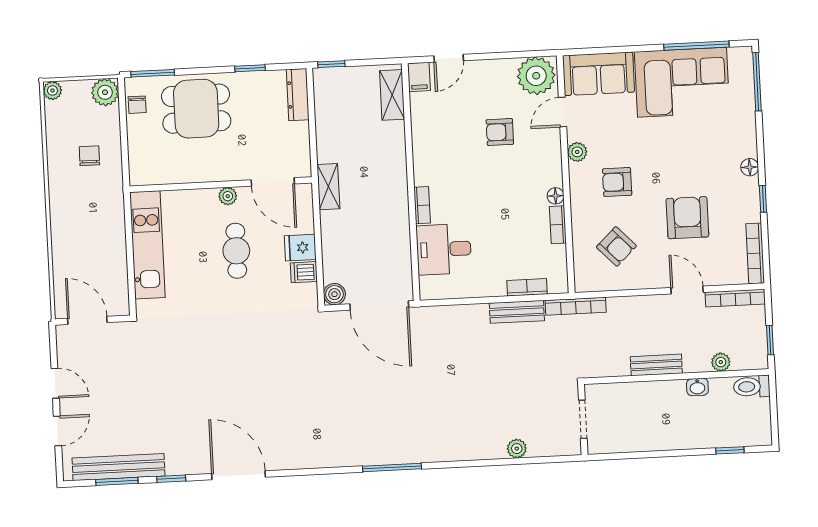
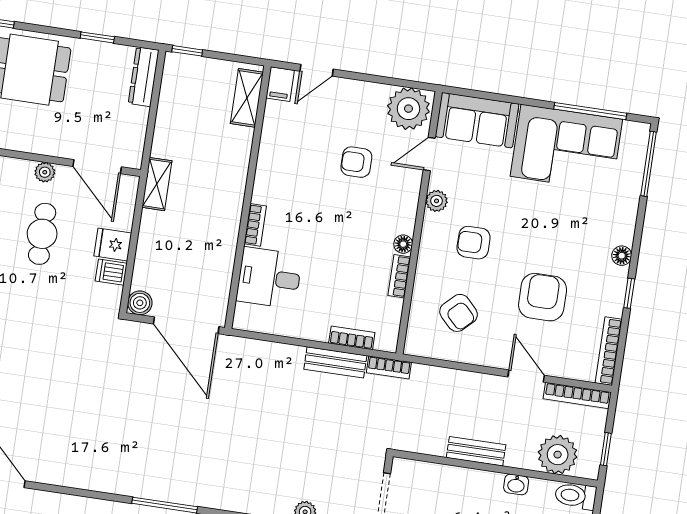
bookcase: (576, 306) -> (389, 367), width x0.64
plant: (721, 362) -> (558, 455), width x1.88, depth x1.88

